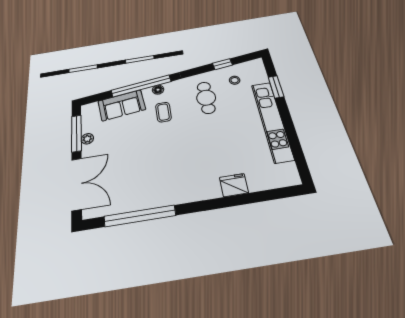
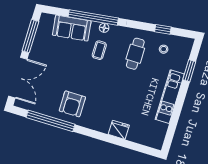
kitchen unit: (272, 121) -> (170, 97), width x0.73
plant: (87, 139) -> (37, 45), removed
armchair: (159, 182) -> (72, 104), added

